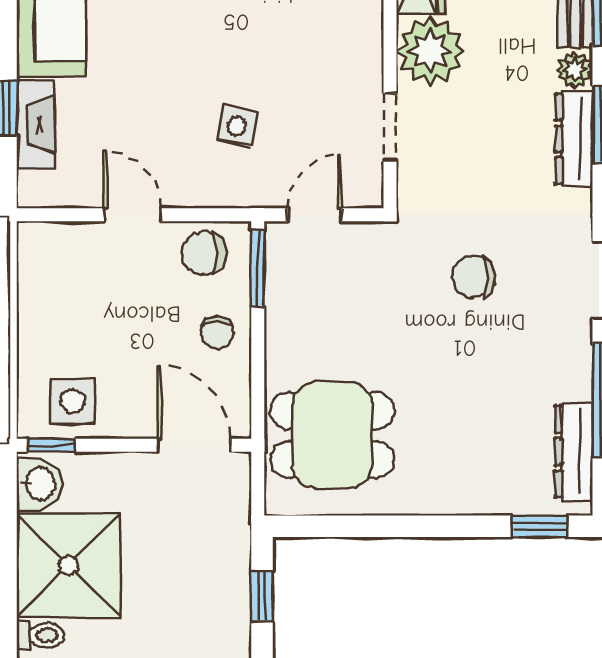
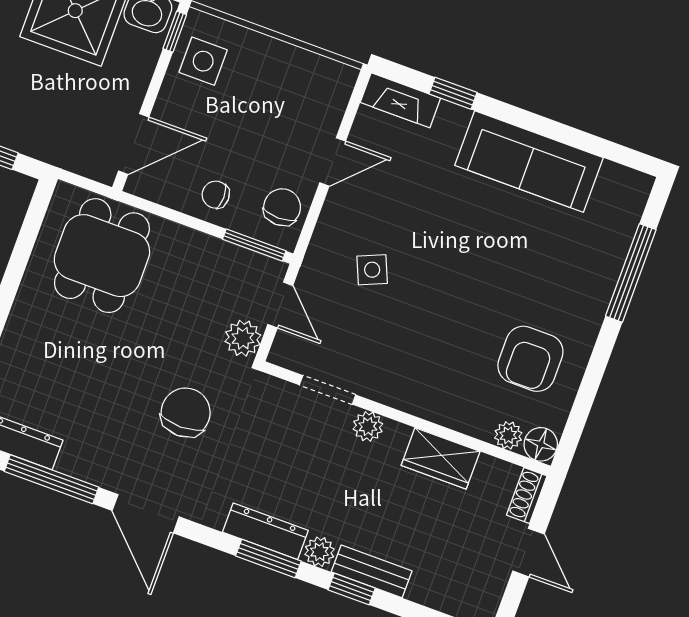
plant: (430, 51) -> (368, 426), width x0.53, depth x0.53
fireplace: (36, 125) -> (400, 100), moved
side table: (237, 126) -> (372, 270), turned -33
plant: (367, 243) -> (243, 338), added
chair: (474, 277) -> (186, 412), width x1.37, depth x1.37

